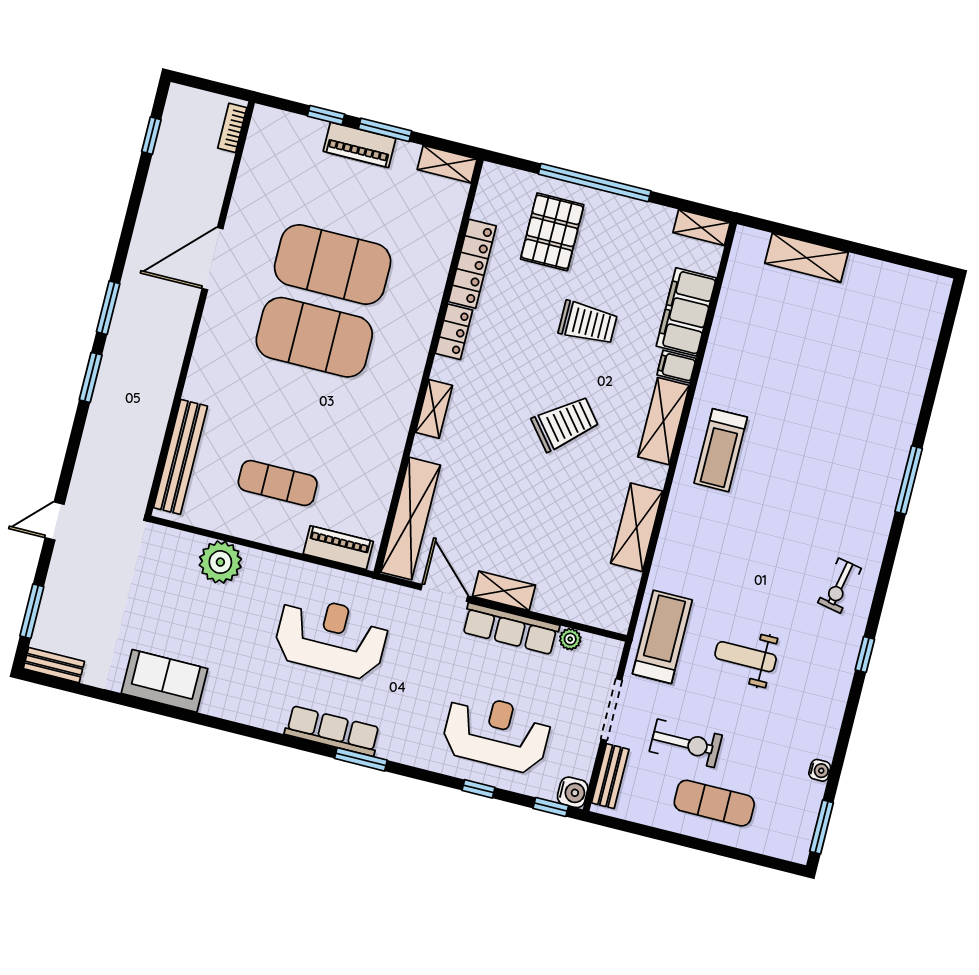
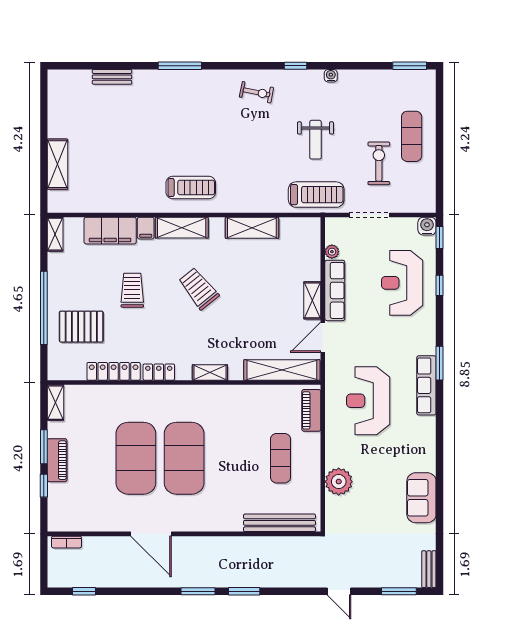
treadmill: (662, 637) -> (316, 195), turned 180
water cooler: (820, 770) -> (331, 76), moved
bench: (610, 776) -> (112, 77), moved

